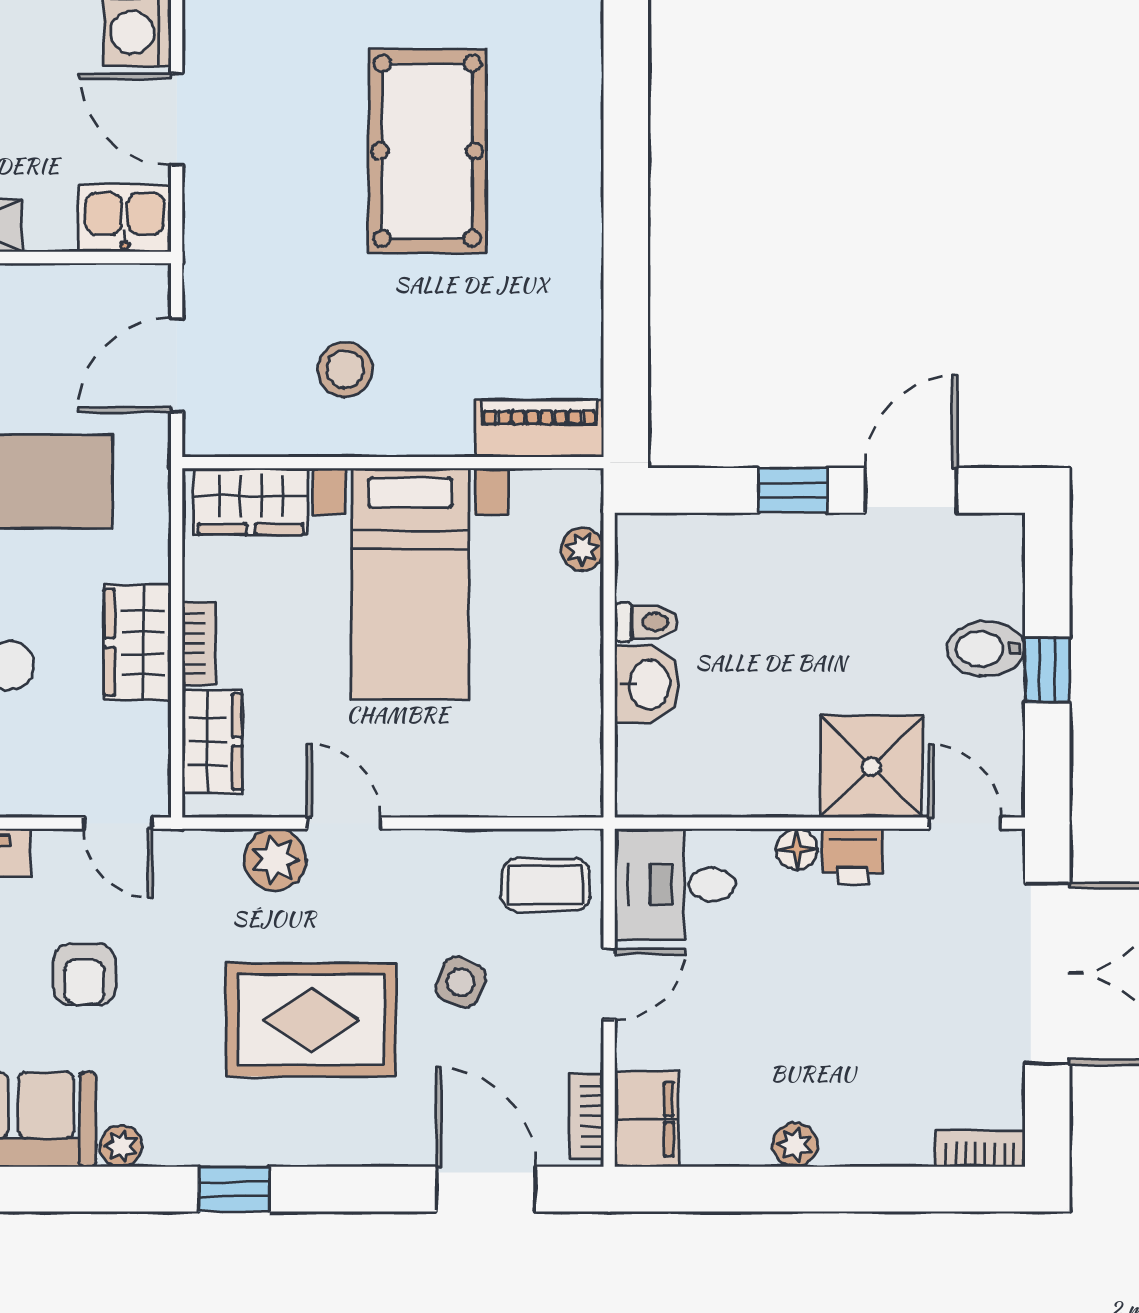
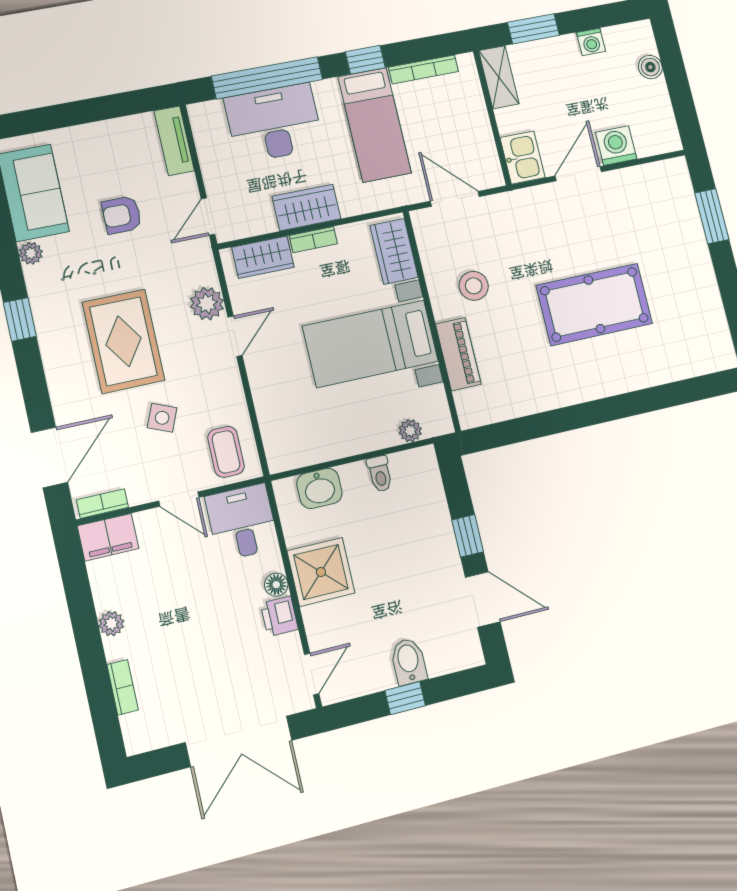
piano: (539, 428) -> (458, 354), moved
washbasin: (647, 684) -> (319, 488), moved
shower: (871, 766) -> (321, 572), moved
bookcase: (980, 1149) -> (123, 687), moved

